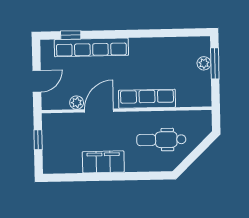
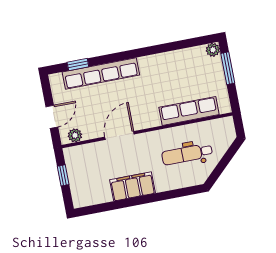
plant: (204, 63) -> (213, 50), moved
row of seats: (147, 99) -> (189, 111), moved
plant: (77, 103) -> (75, 135), moved

